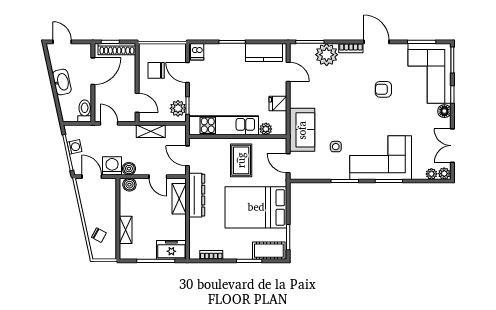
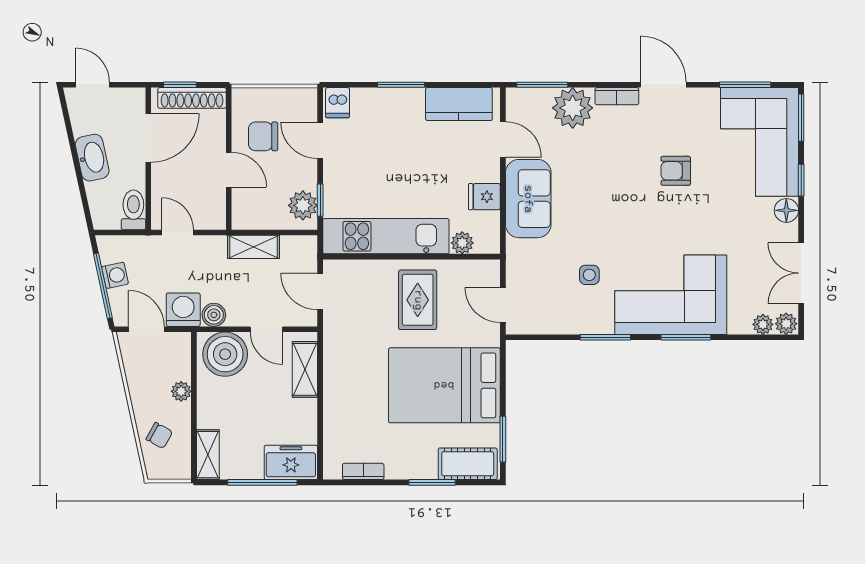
door: (137, 103) -> (229, 170), moved
sofa: (302, 130) -> (528, 199), moved
boiler: (129, 185) -> (225, 354), width x1.86, depth x1.86
dresser: (197, 195) -> (337, 363), removed
plant: (111, 211) -> (181, 391), added
shelving: (126, 230) -> (208, 455), moved

